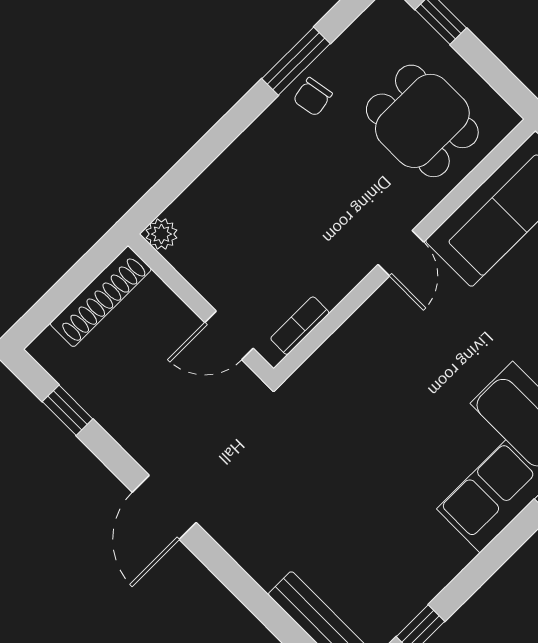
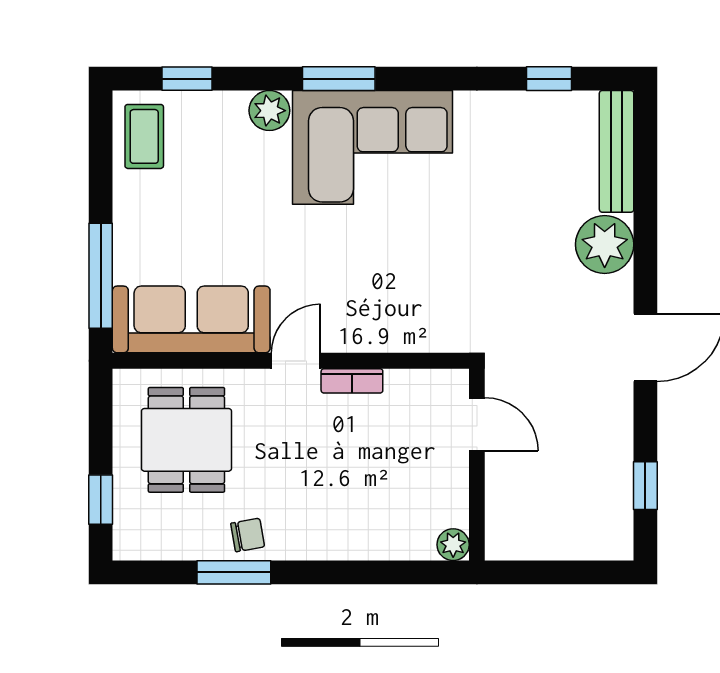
shoe rack: (101, 296) -> (541, 543), removed
bookcase: (300, 326) -> (352, 381), moved
plant: (265, 551) -> (605, 244), added

